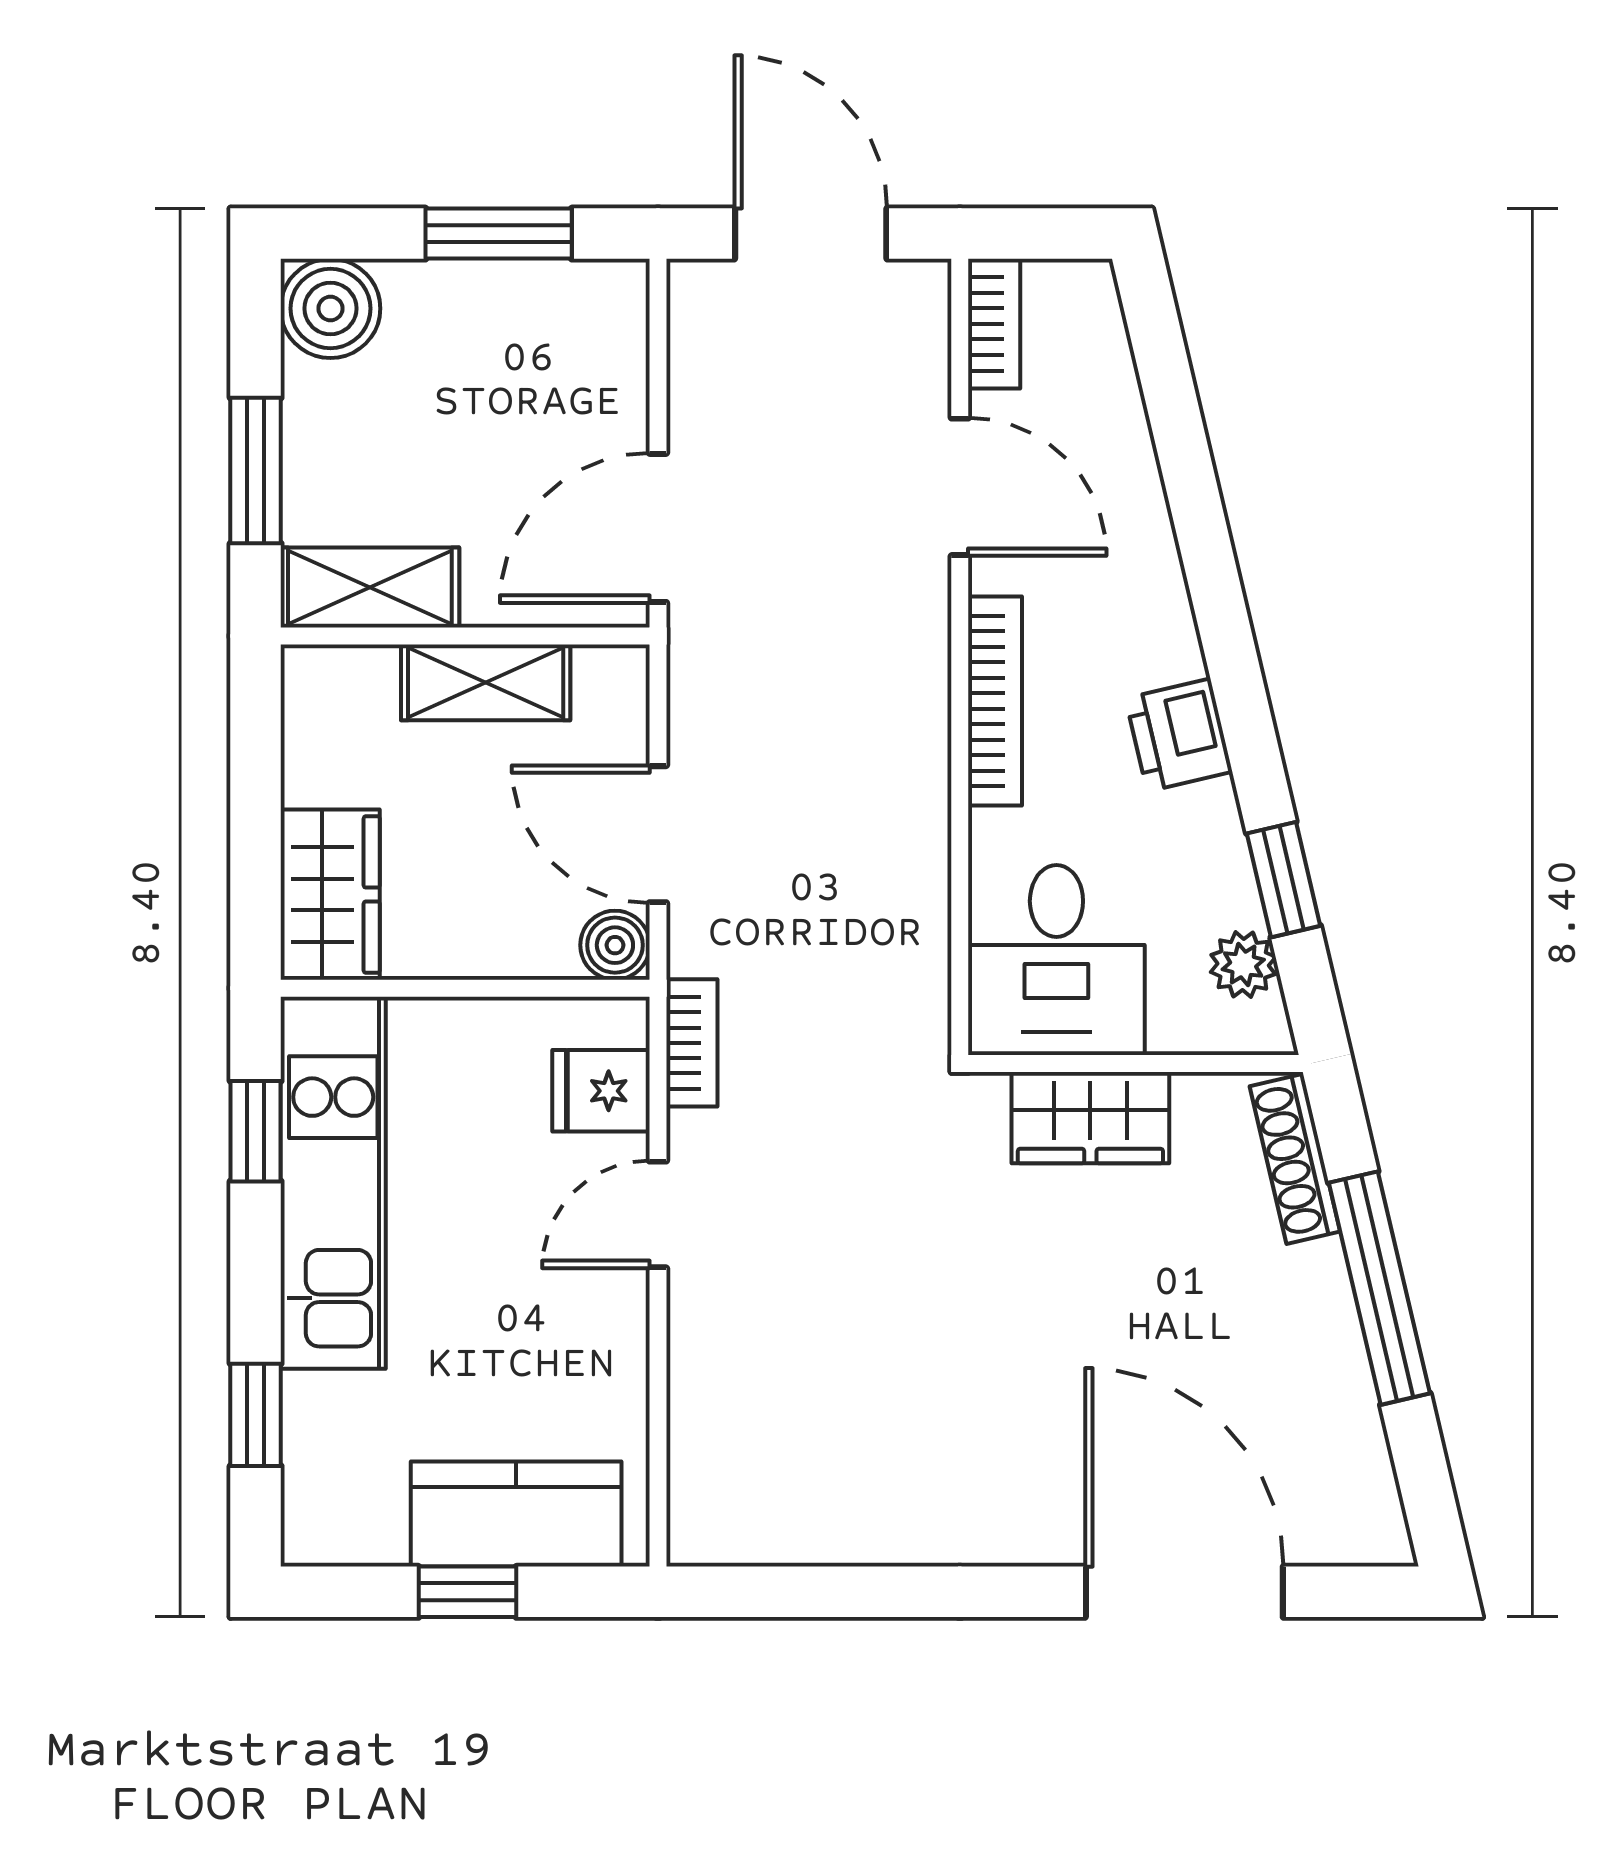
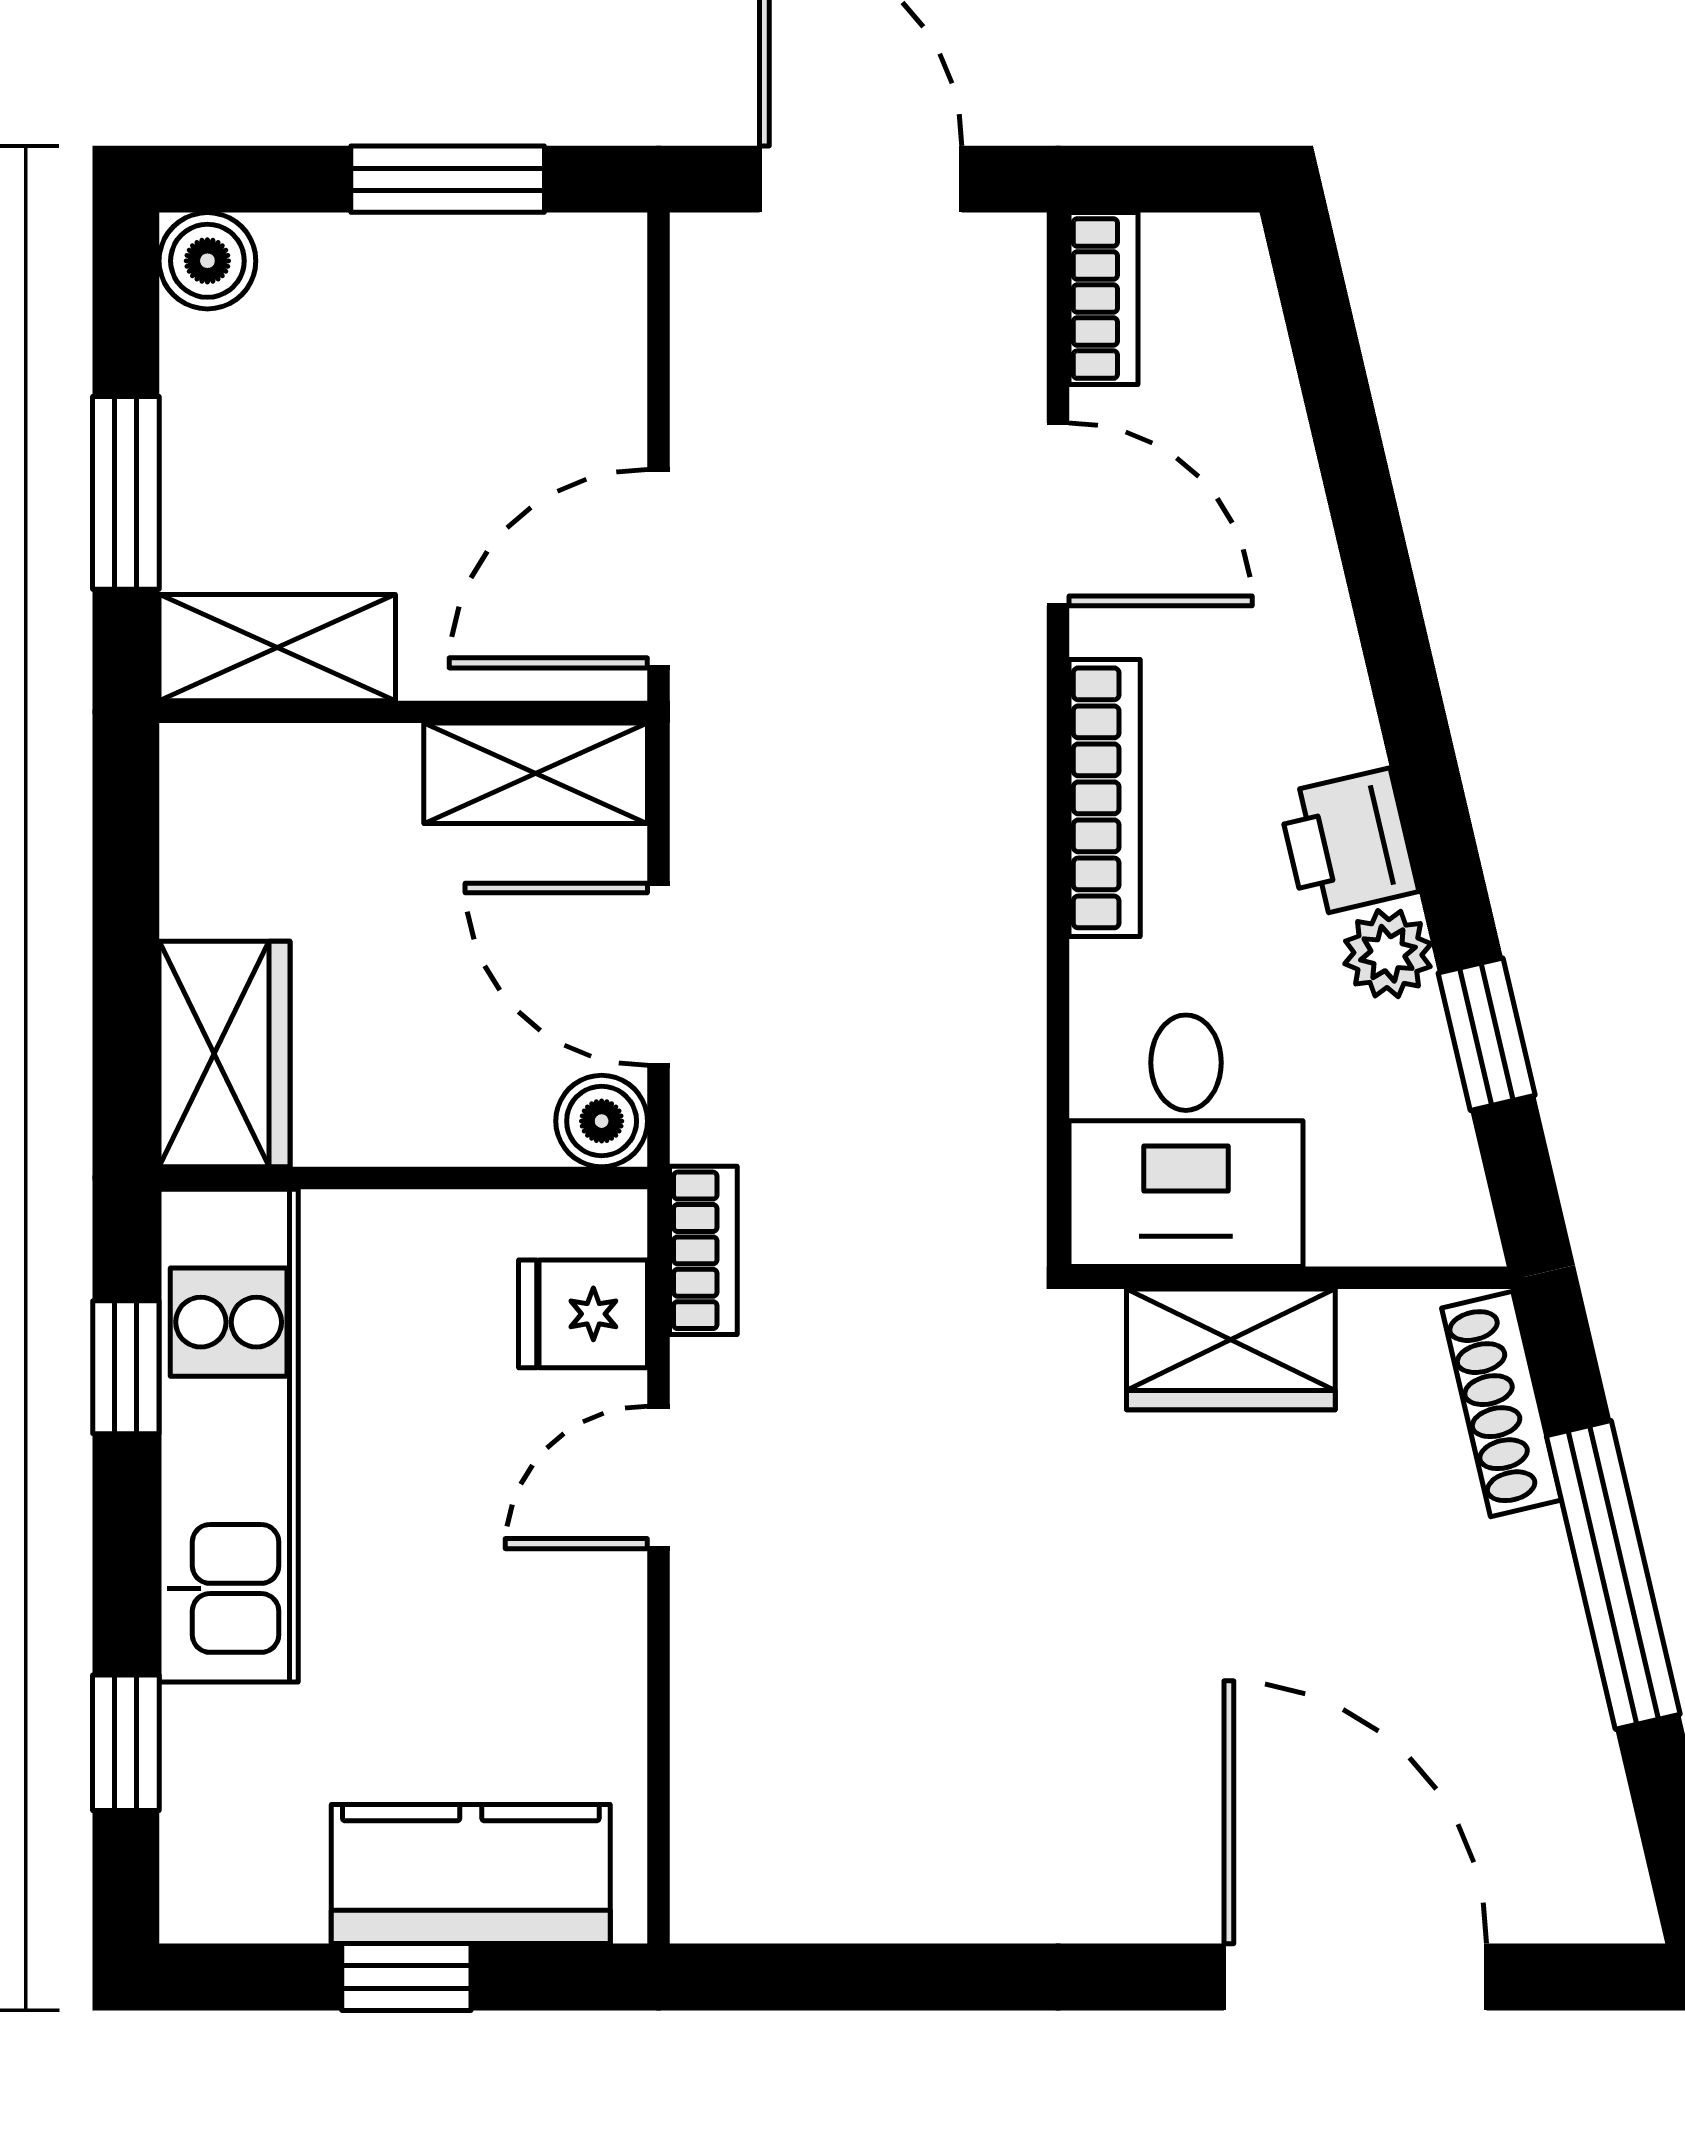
boiler: (330, 308) -> (207, 261), width x0.73, depth x0.73
shelving: (486, 682) -> (536, 773), moved
plant: (1243, 965) -> (1388, 954), moved

